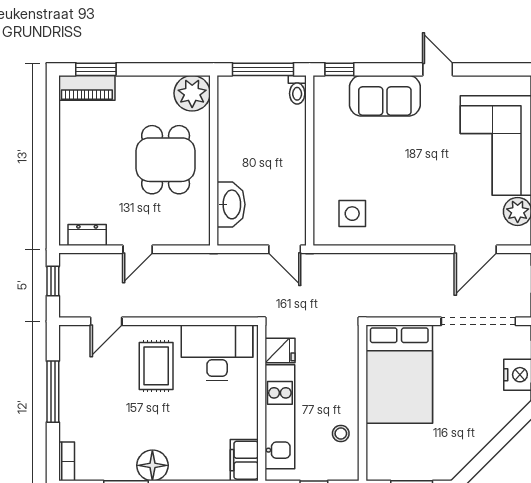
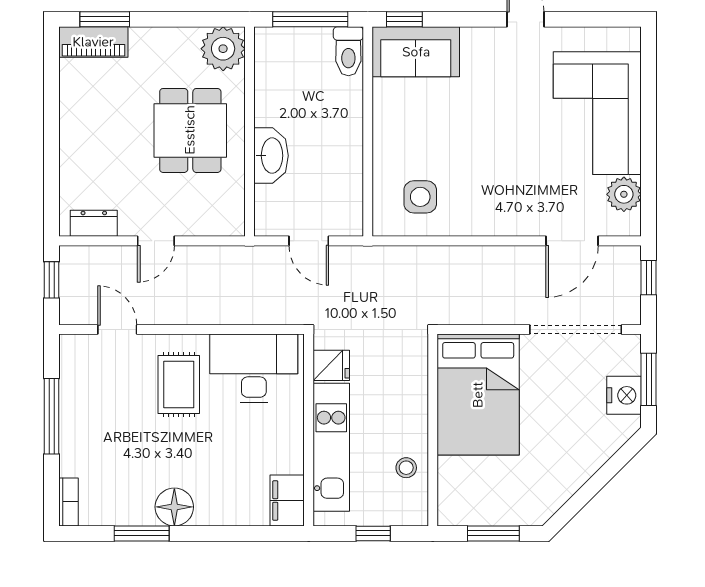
toilet: (297, 90) -> (348, 51), width x1.37, depth x1.39
sofa: (385, 96) -> (416, 52), moved
washbasin: (231, 204) -> (271, 156), moved
door: (285, 249) -> (309, 241), moved
door: (106, 321) -> (117, 330), swing flipped

